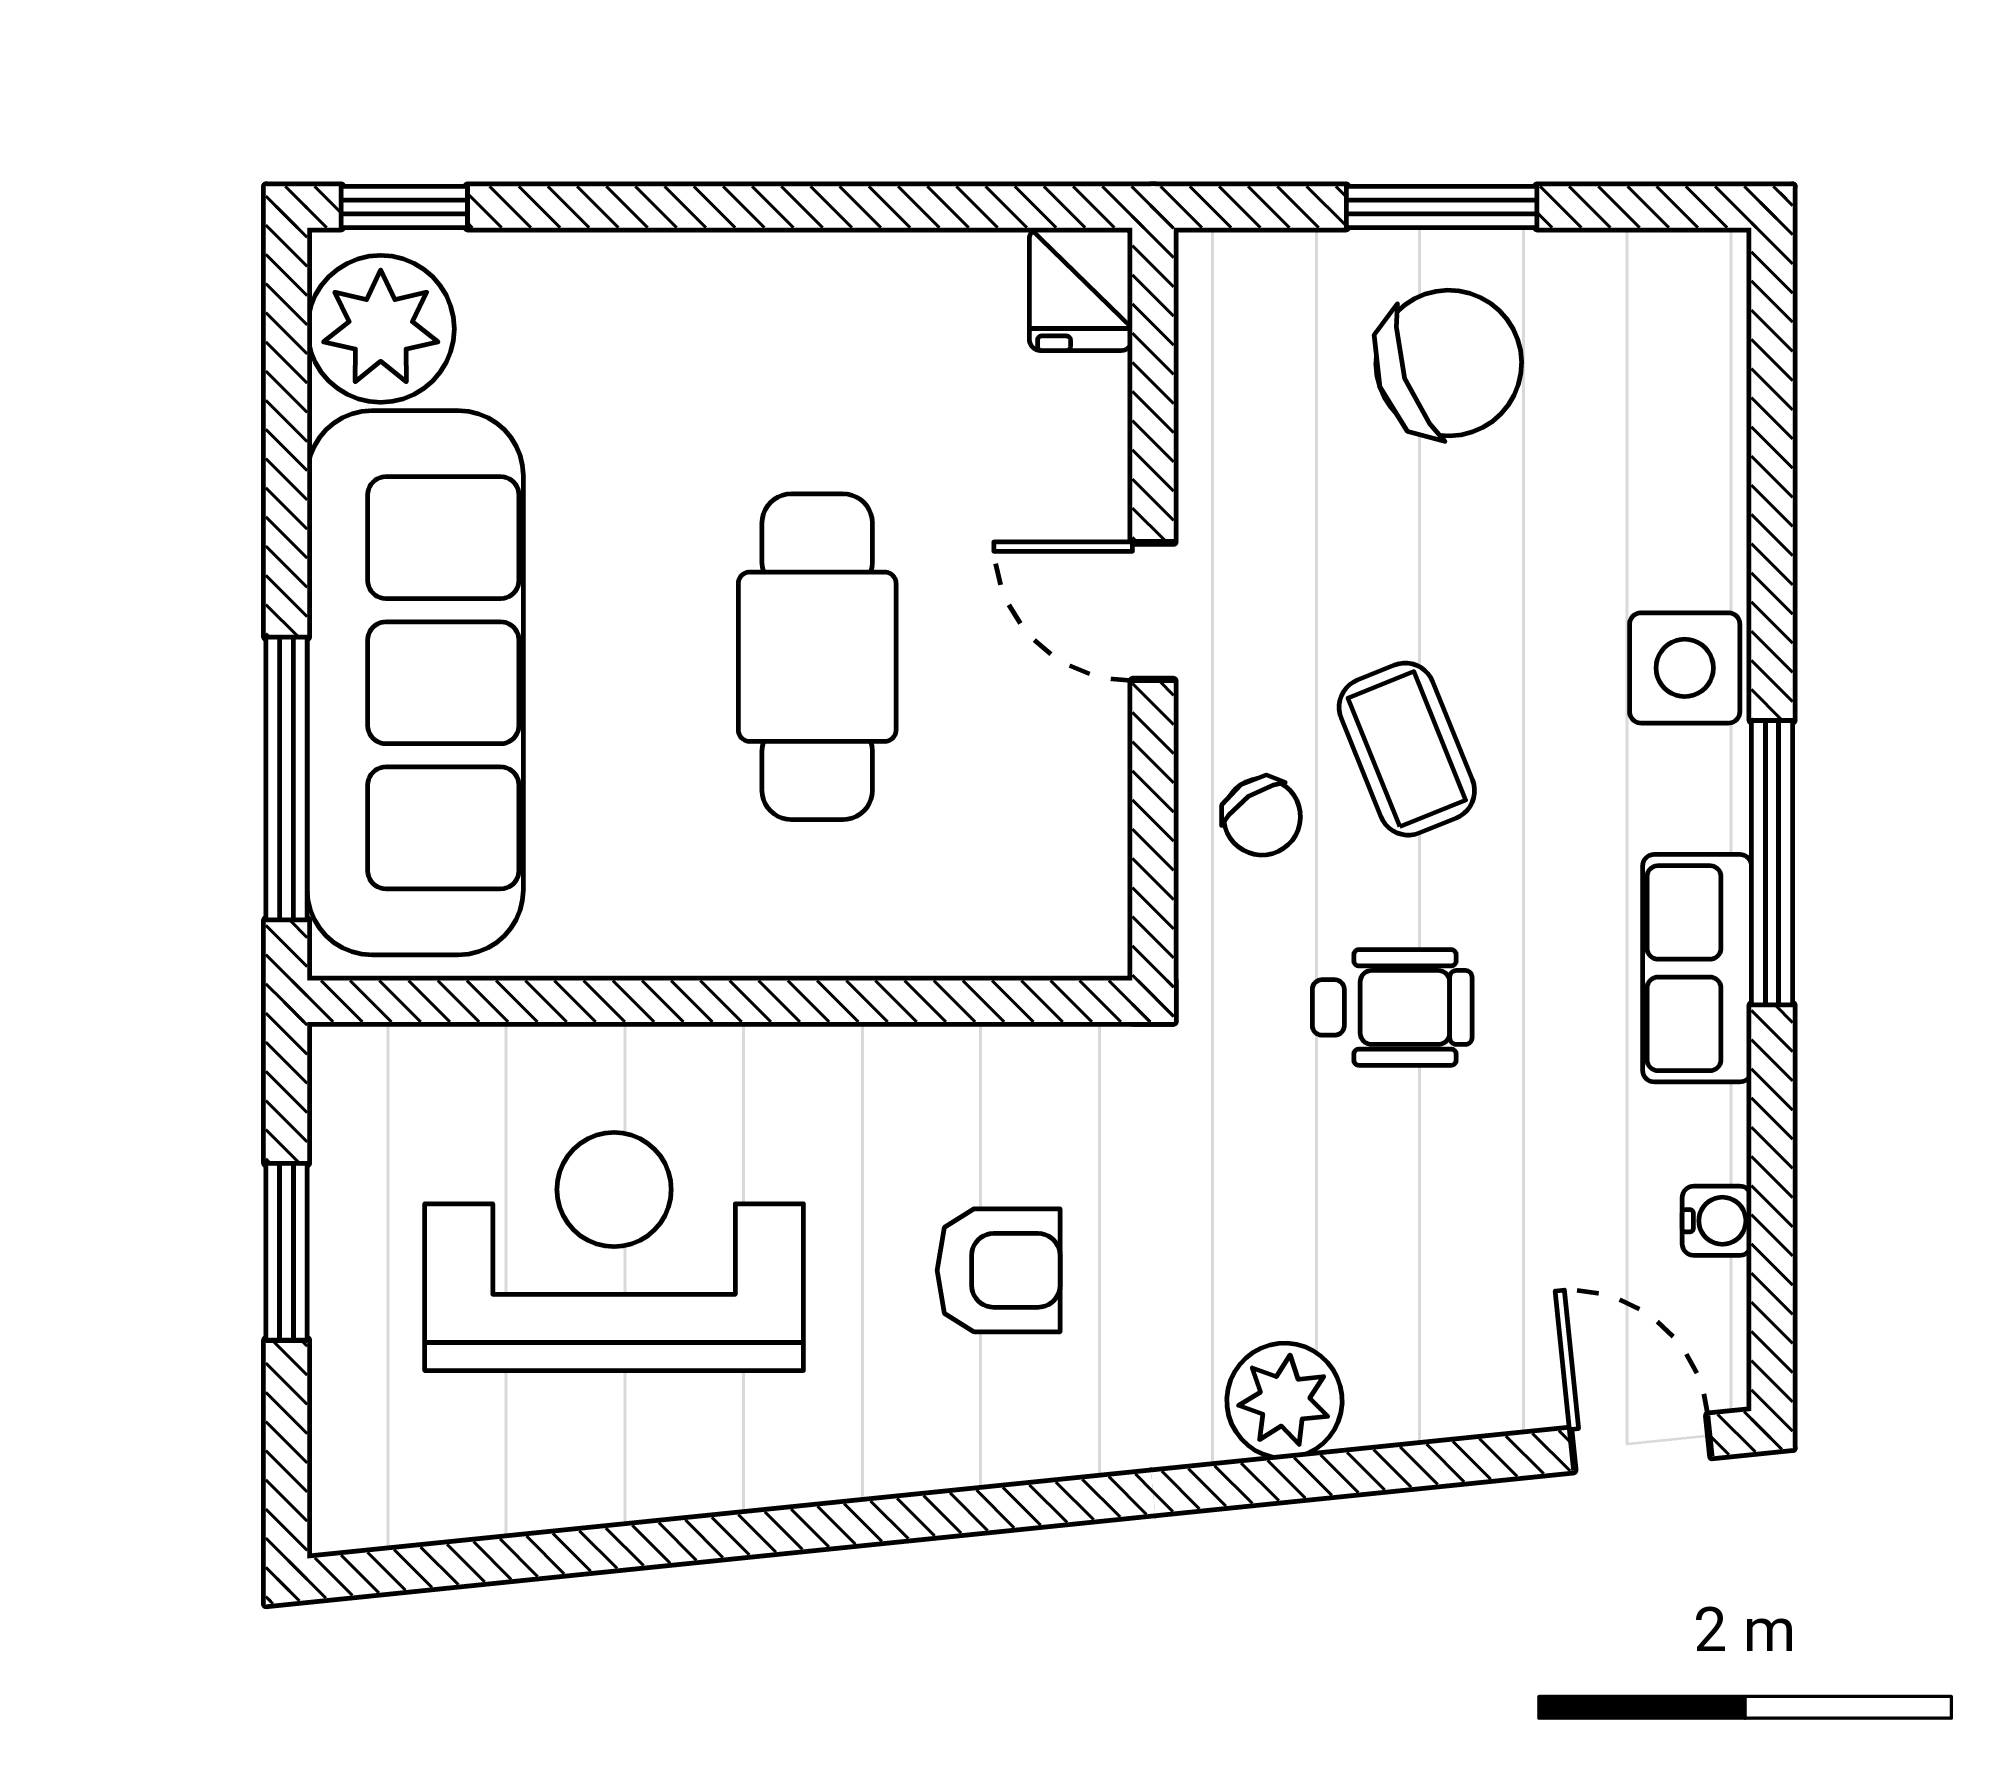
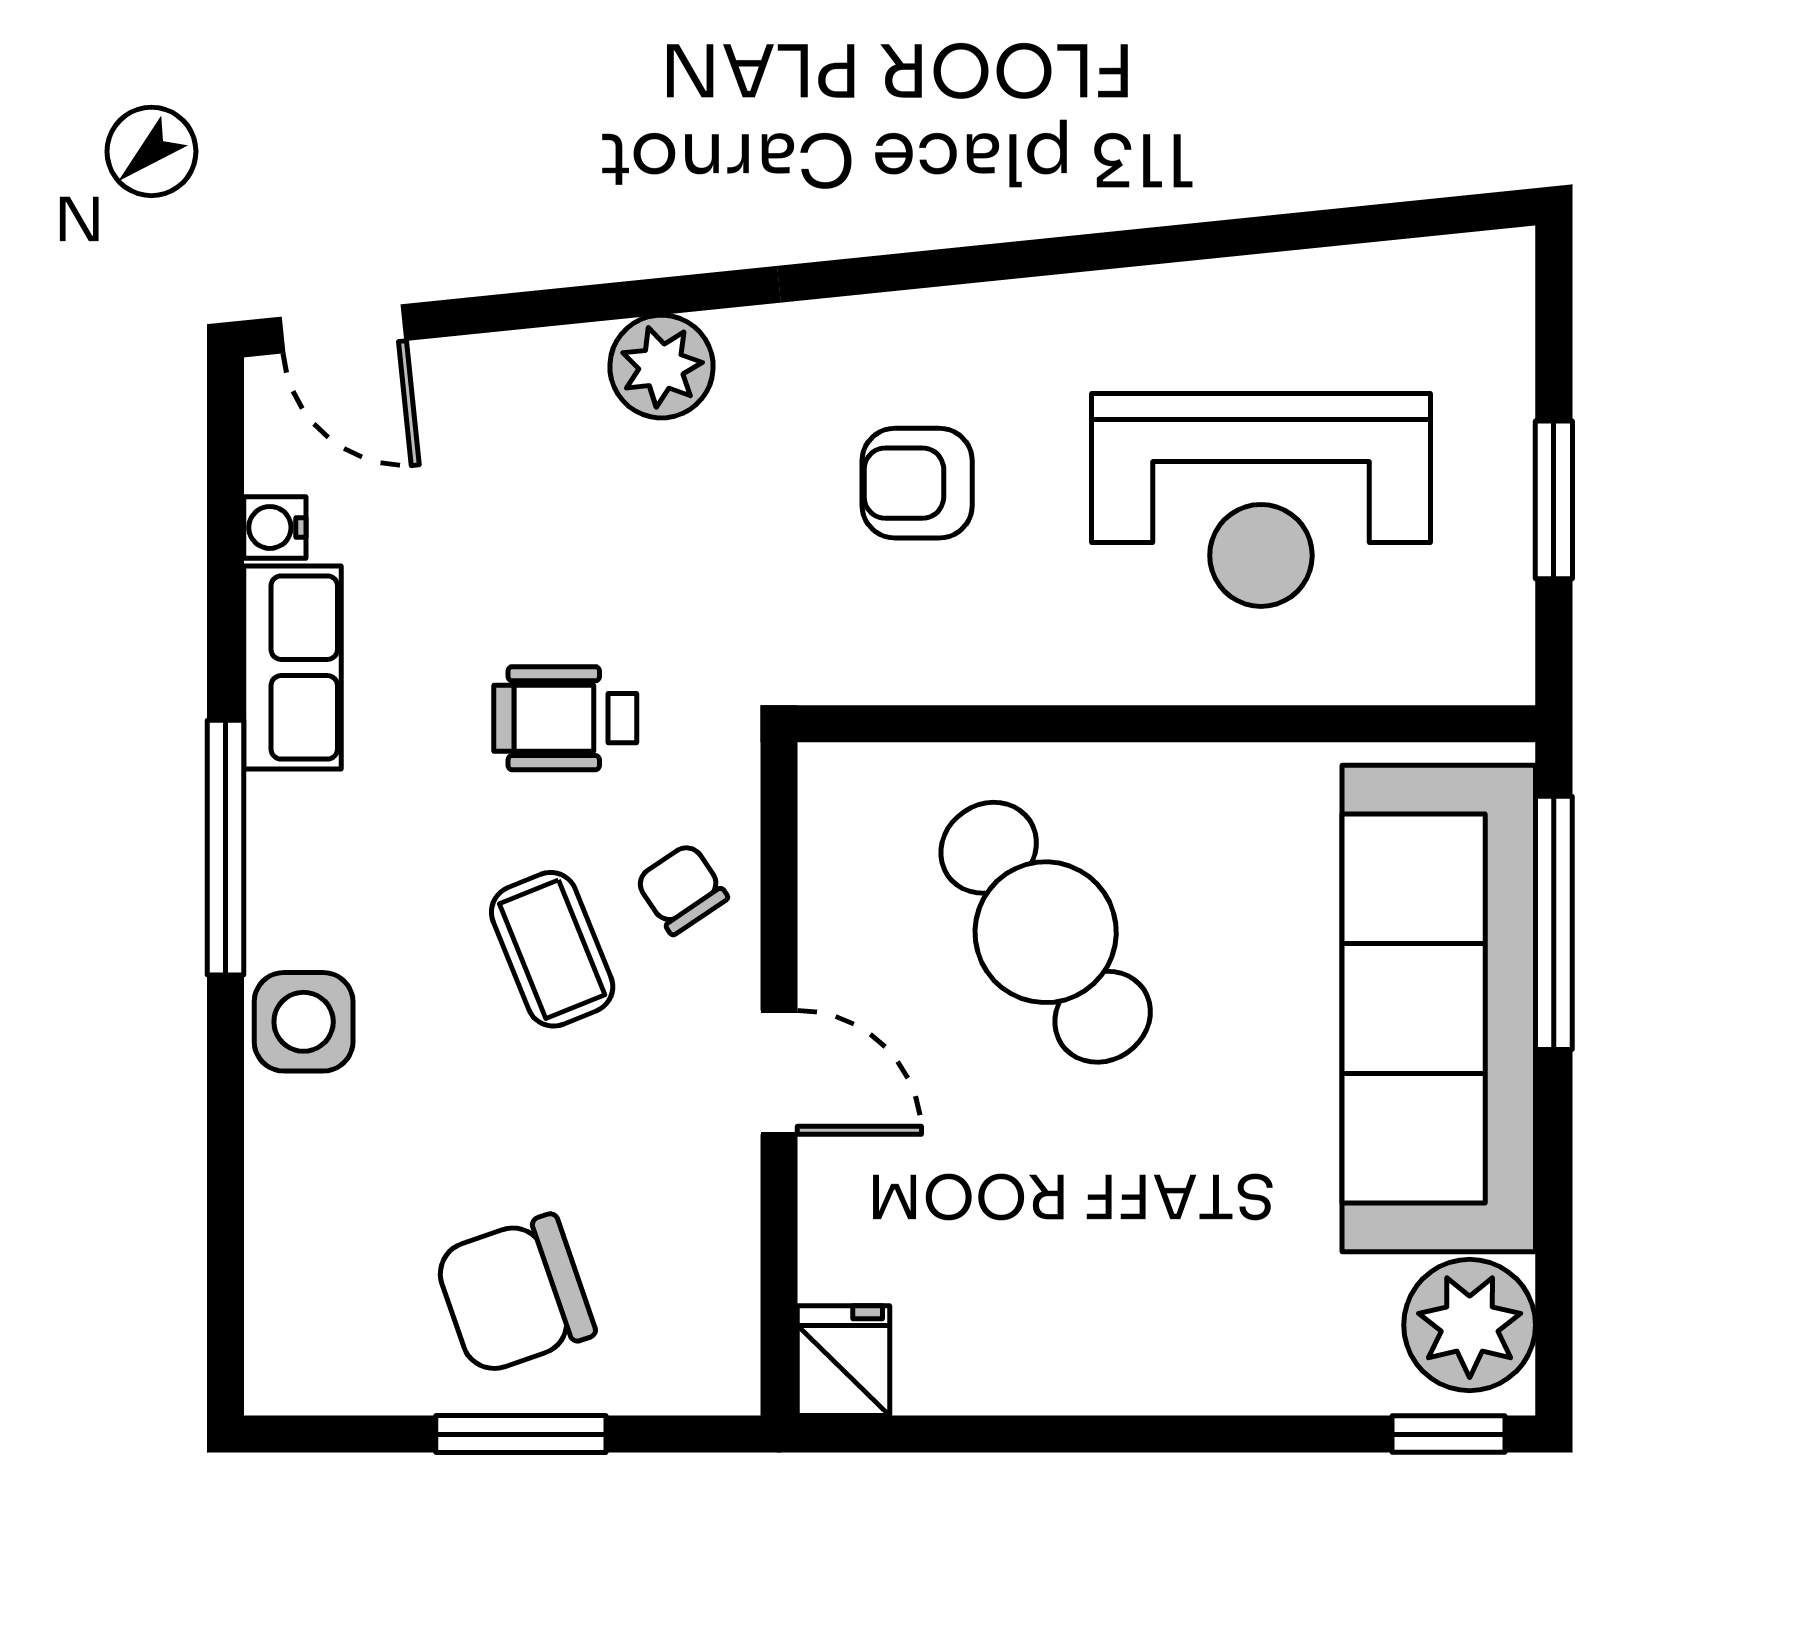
cafe table: (817, 657) -> (1046, 932), moved, turned -34
row of seats: (1697, 968) -> (293, 667), moved

